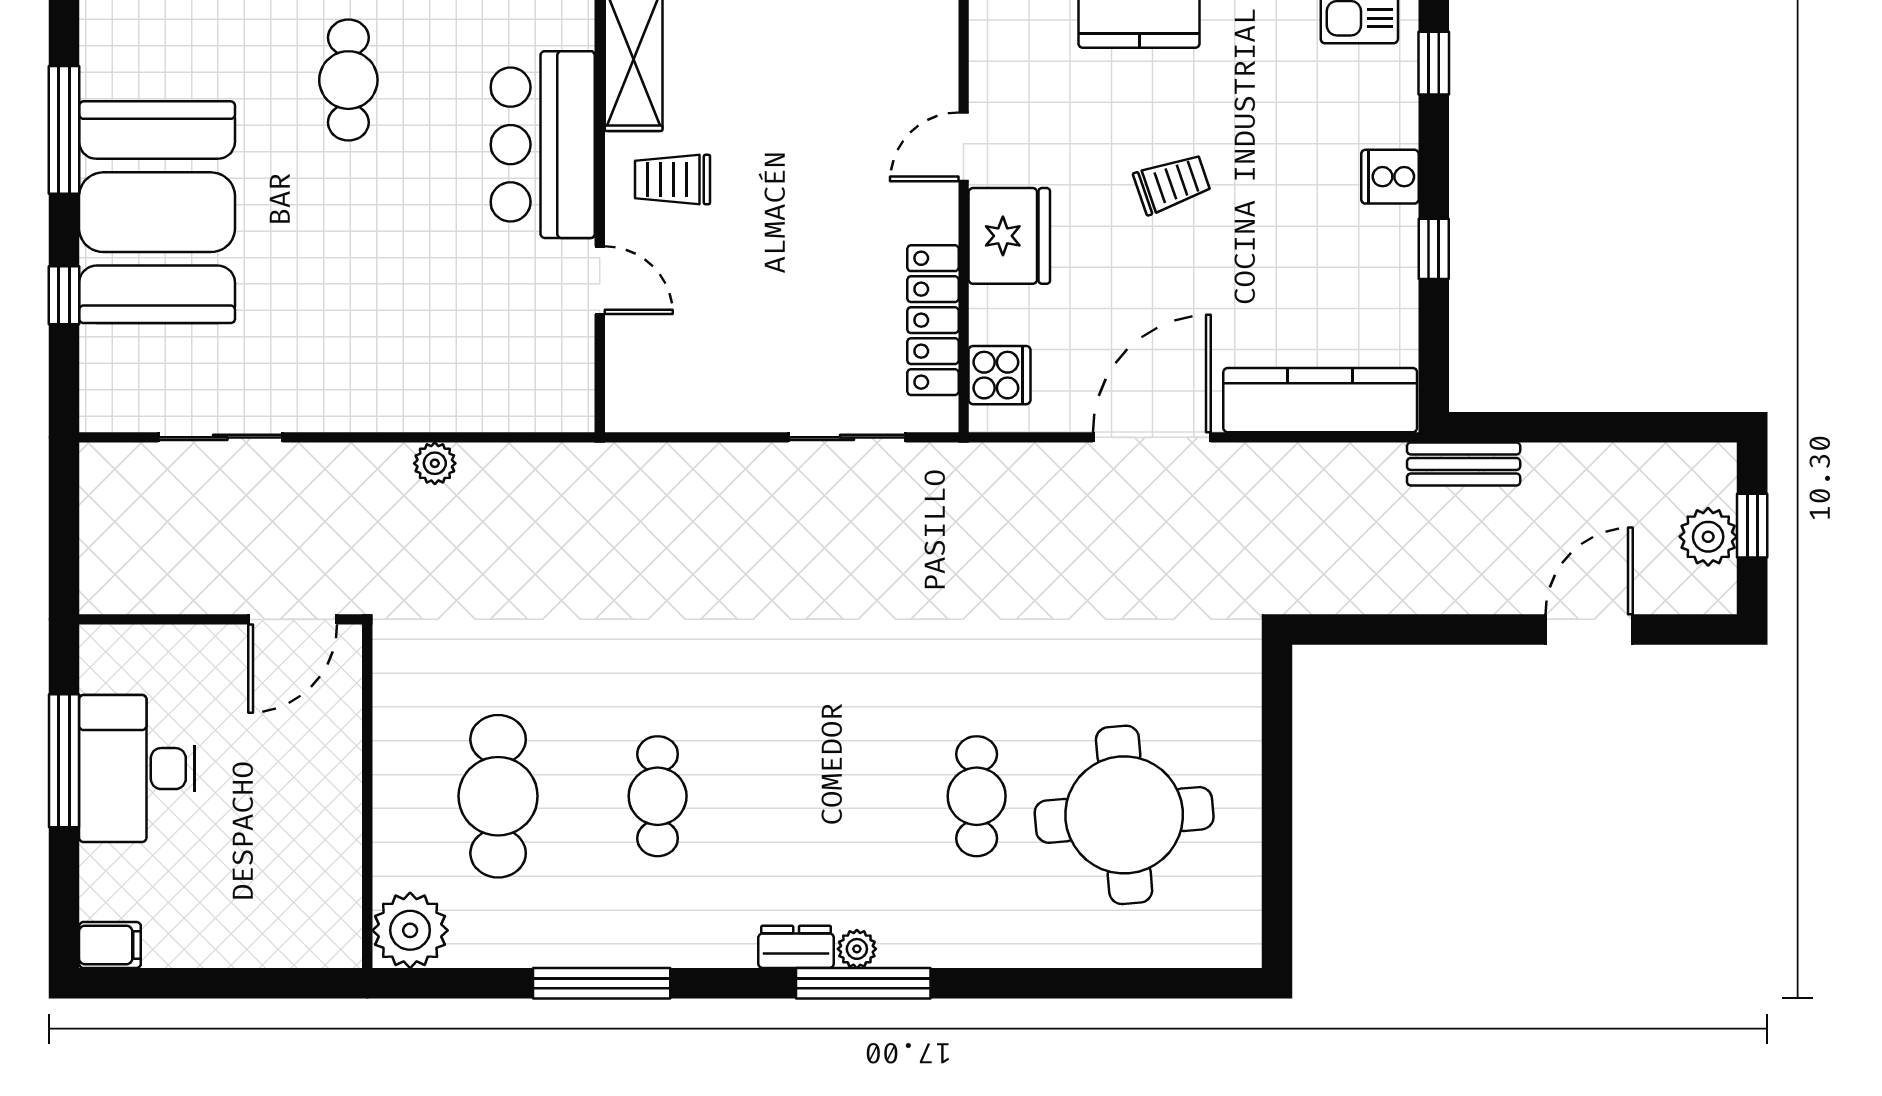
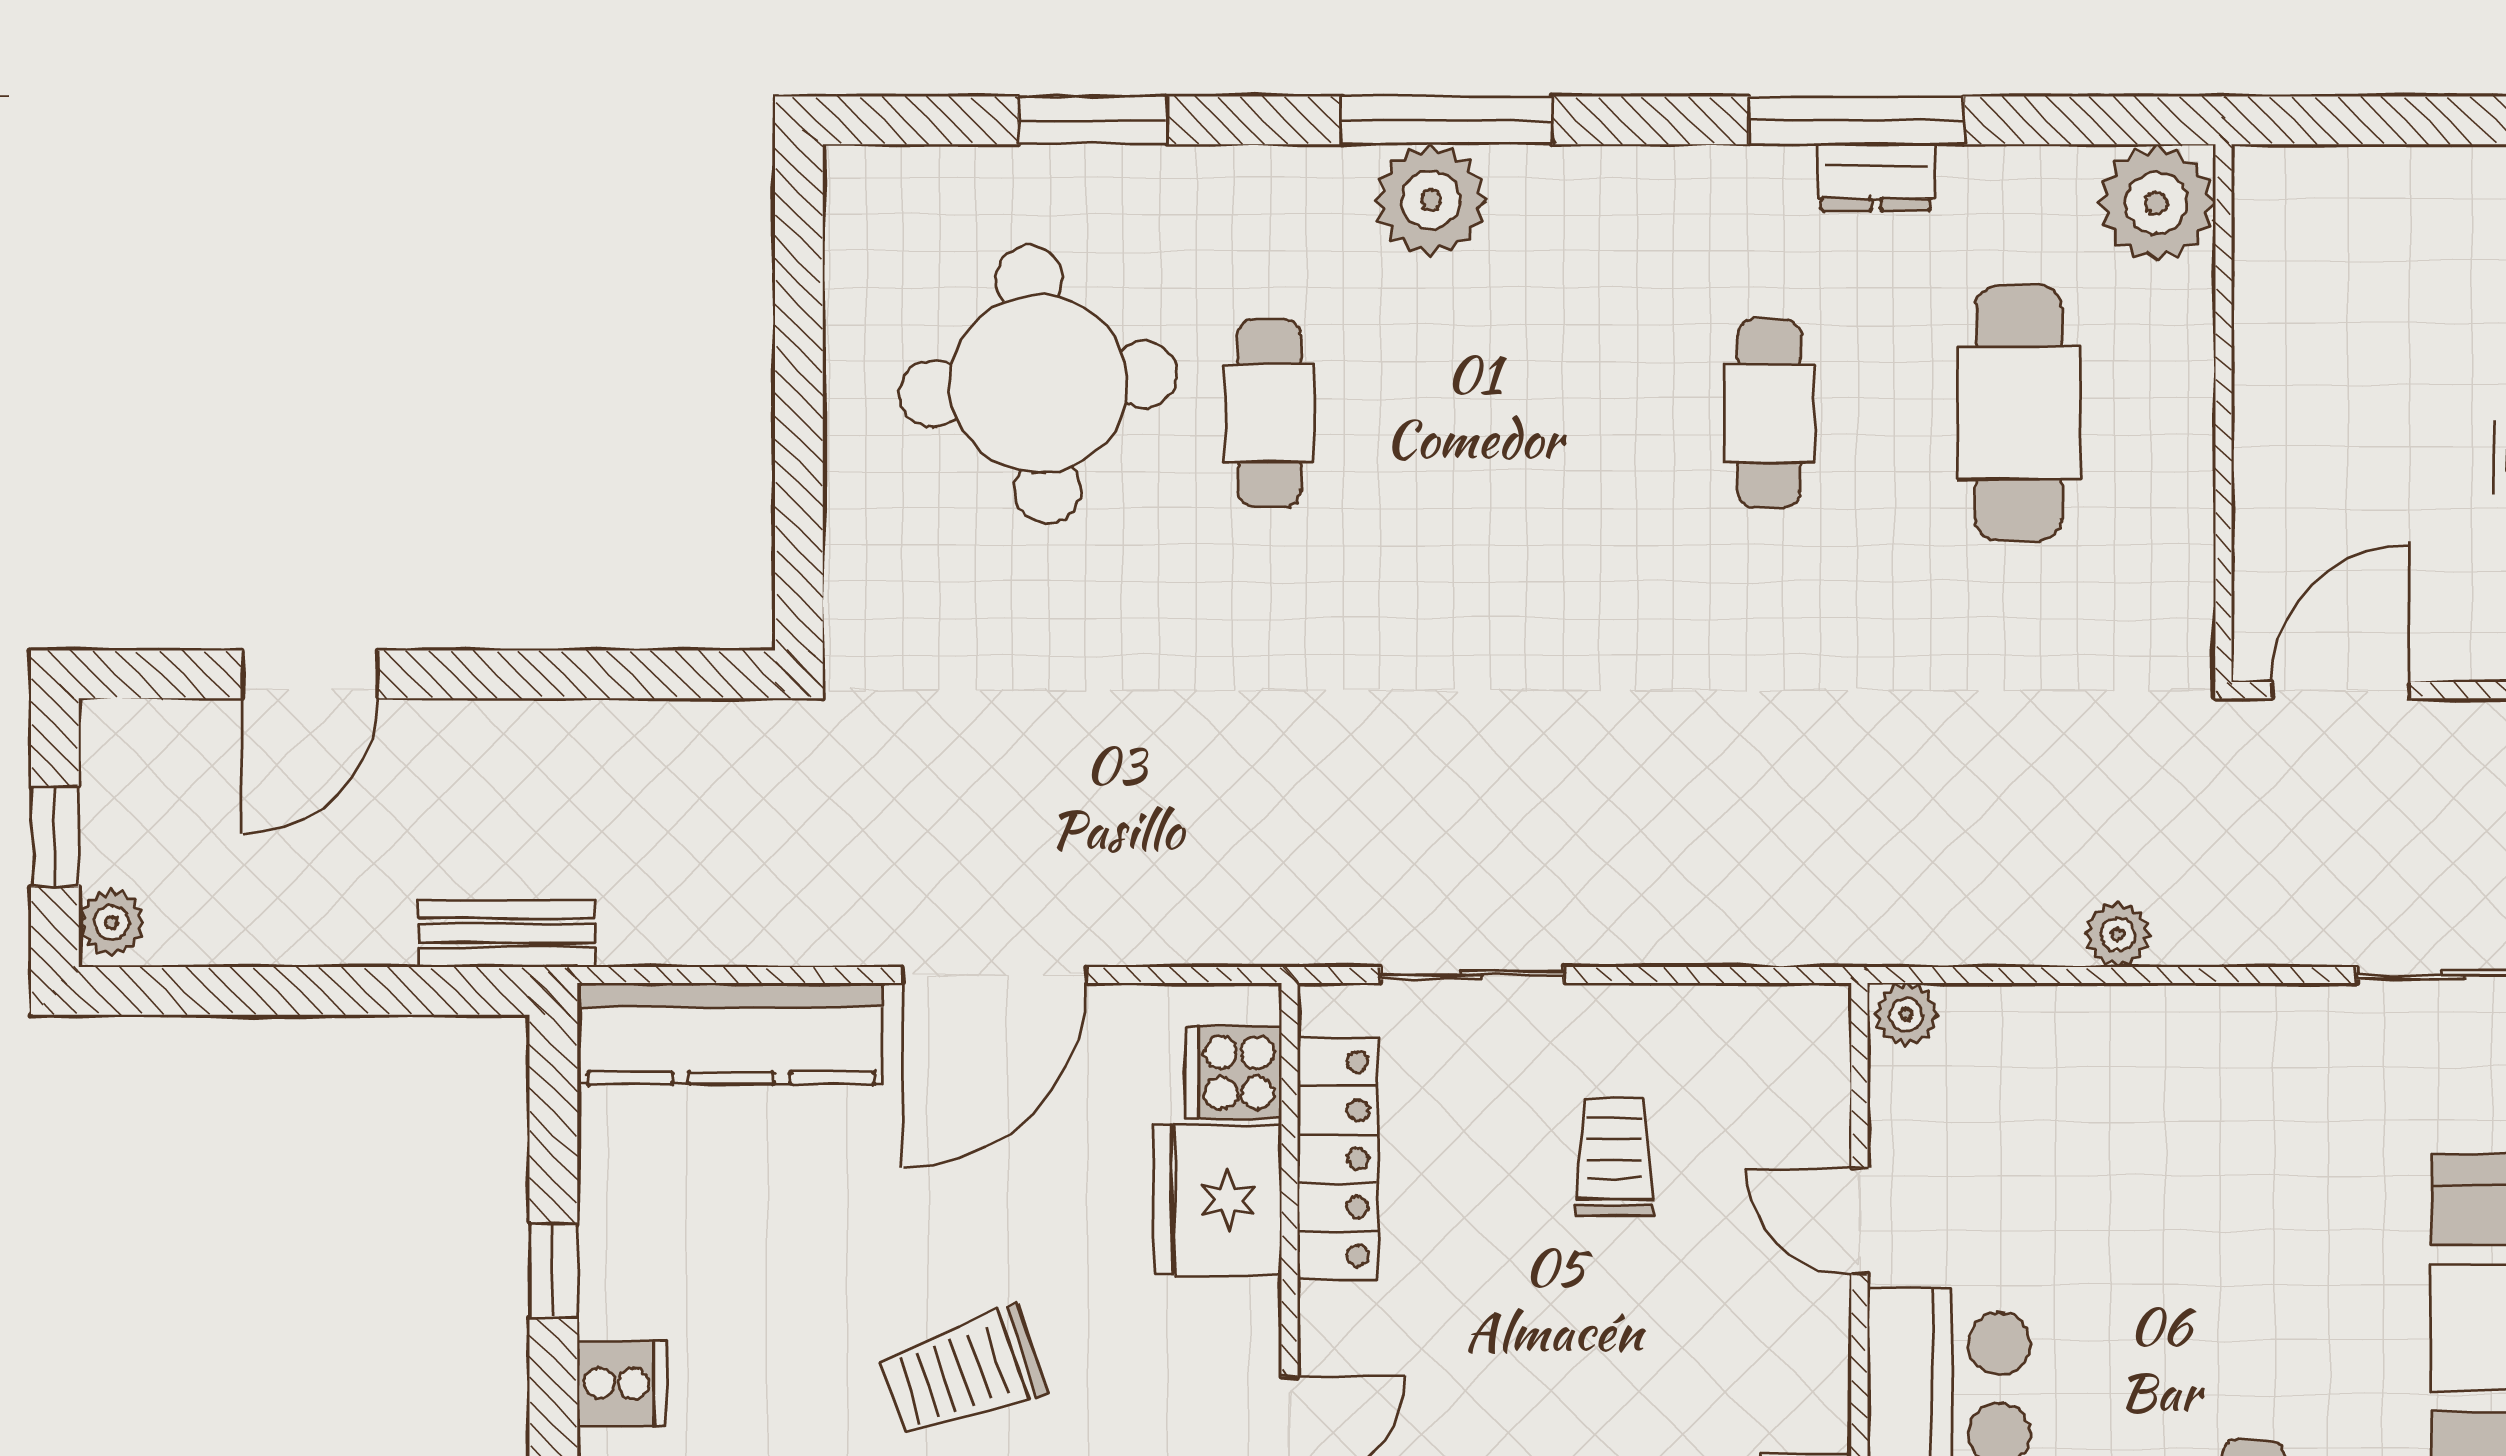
trolley: (672, 179) -> (1614, 1157), moved, turned -90
trolley: (1172, 184) -> (963, 1372), width x1.36, depth x1.39
fridge: (1009, 236) -> (1218, 1200), moved
plant: (570, 412) -> (1906, 1014), added
plant: (1708, 537) -> (111, 922), moved, width x0.73, depth x0.73
dresser: (796, 947) -> (1876, 177), moved
plant: (857, 949) -> (1431, 200), width x1.87, depth x1.87
window: (1089, 983) -> (1093, 120), added

